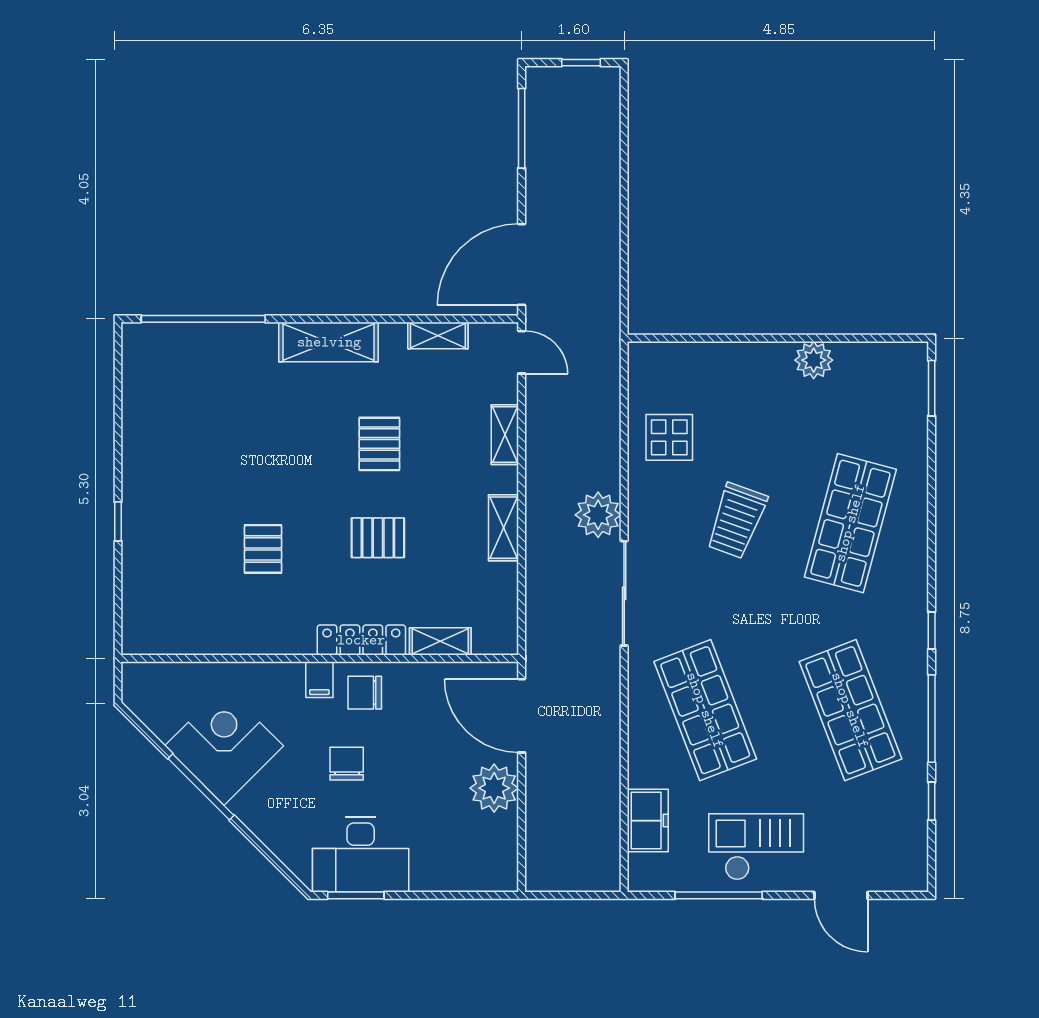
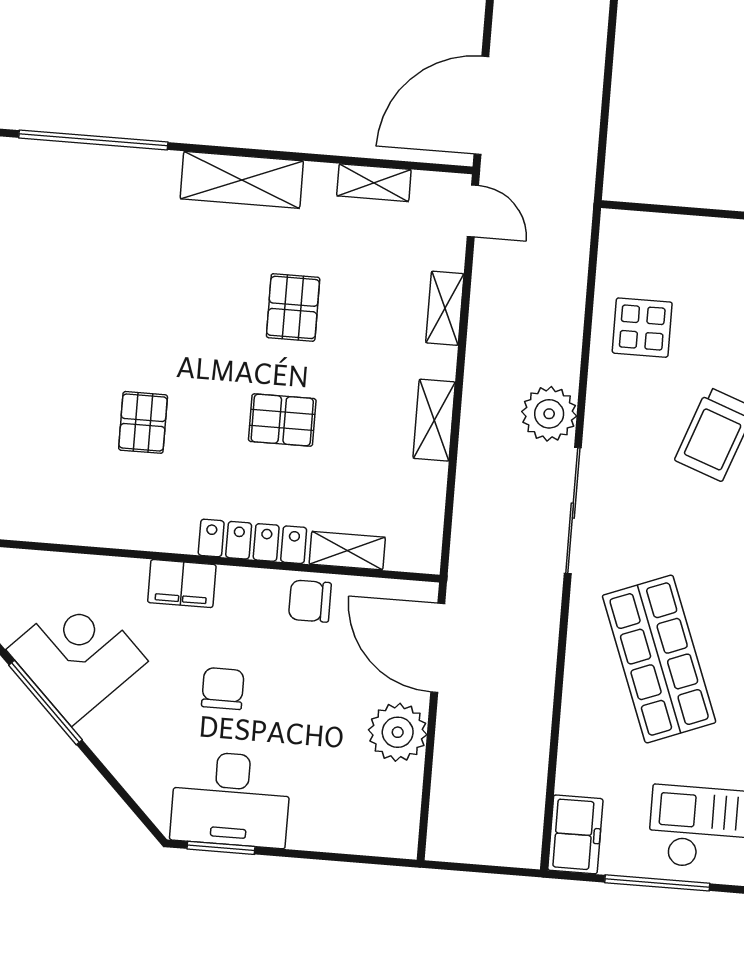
filing cabinet: (319, 680) -> (182, 584), width x2.00
chair: (365, 693) -> (310, 601), moved
freezer: (648, 821) -> (575, 834), moved

